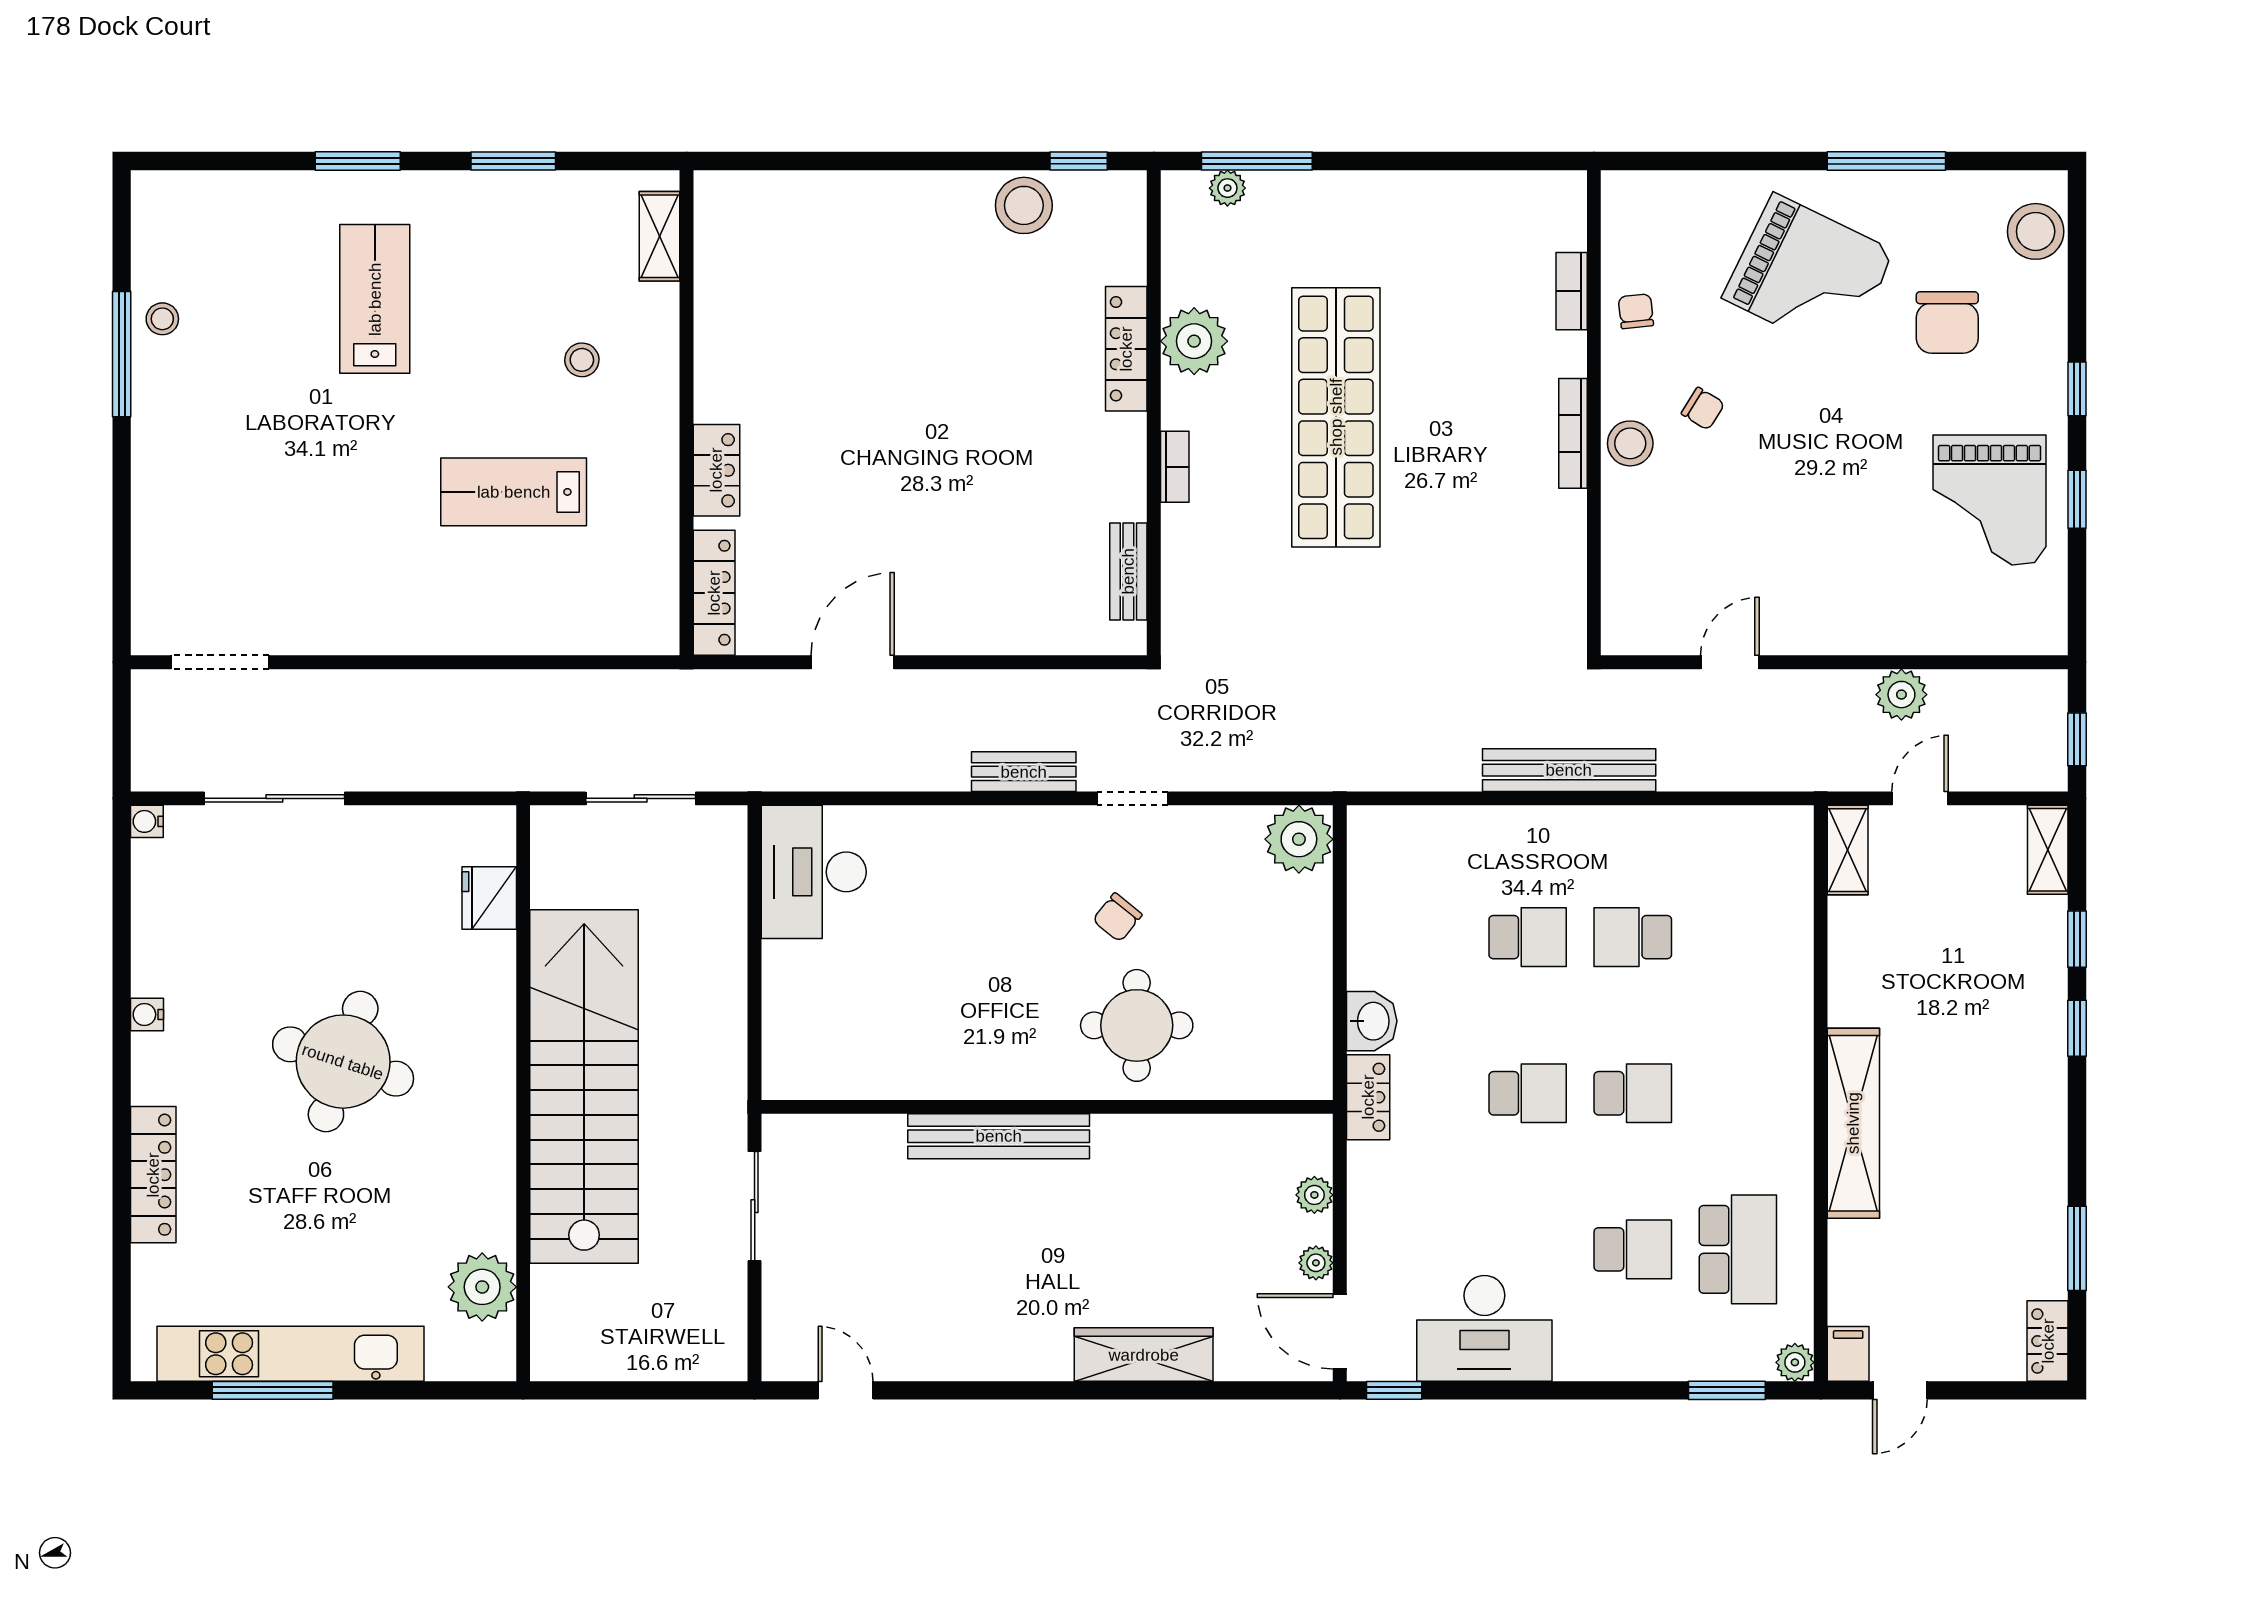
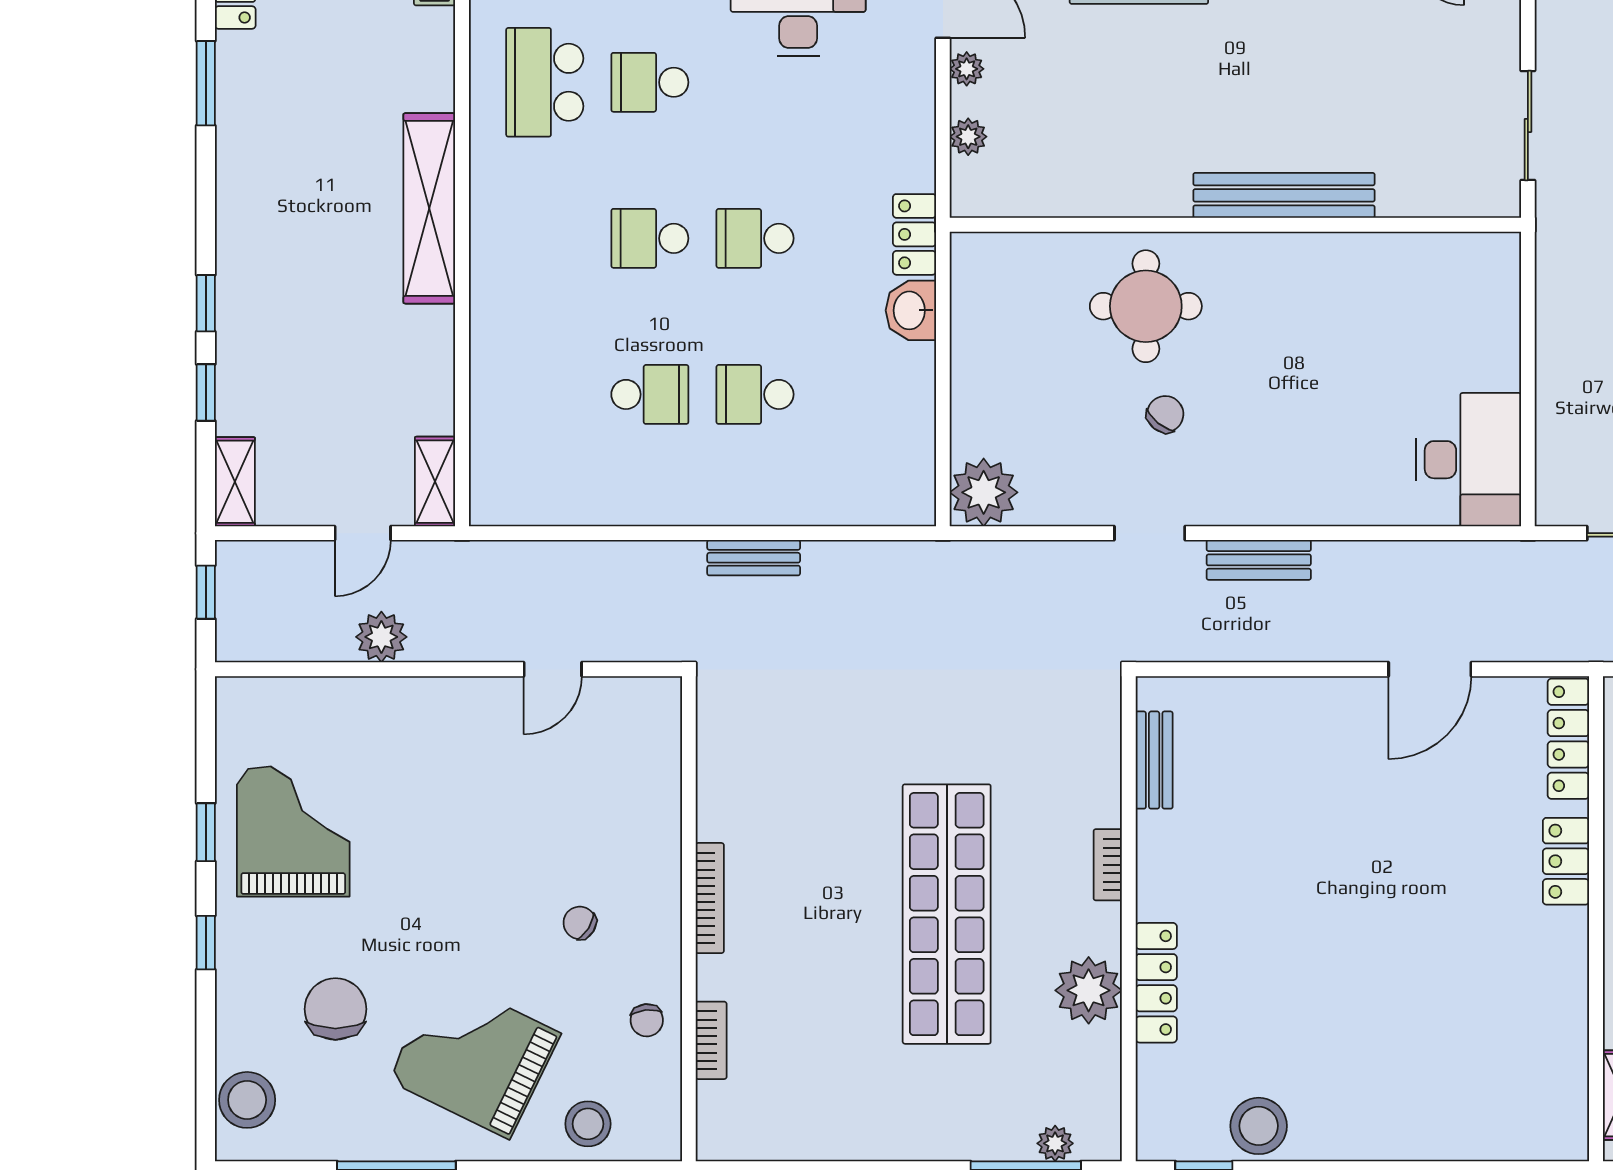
stool: (1630, 443) -> (588, 1124), moved
bench: (1569, 770) -> (754, 558), width x0.54, depth x0.82

